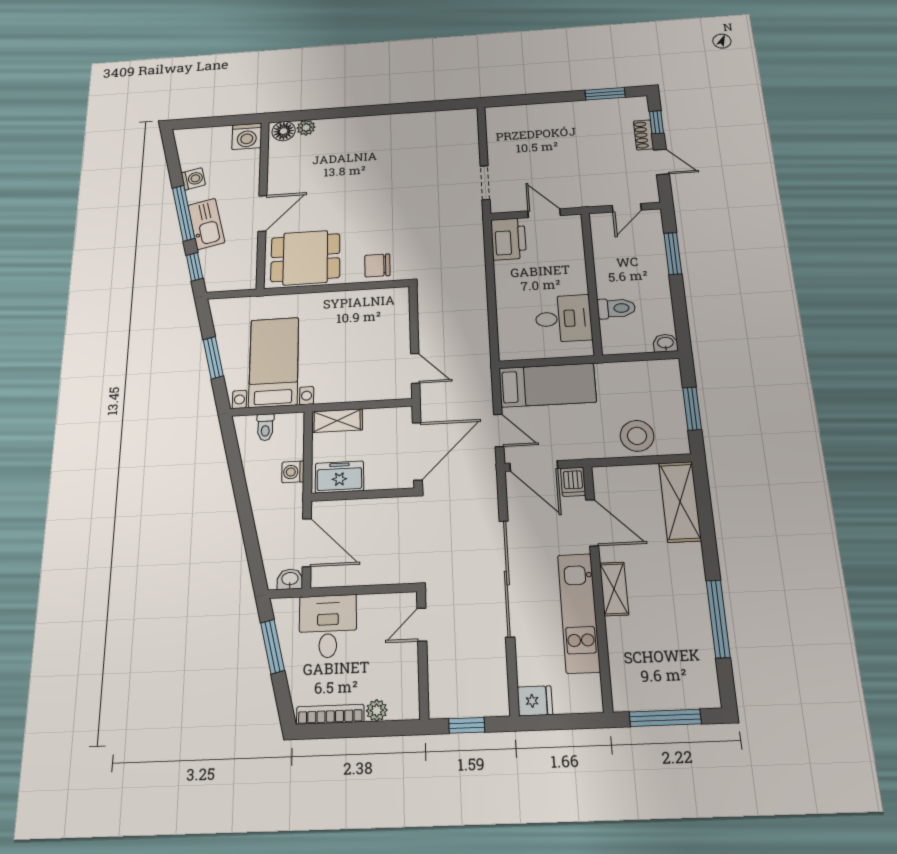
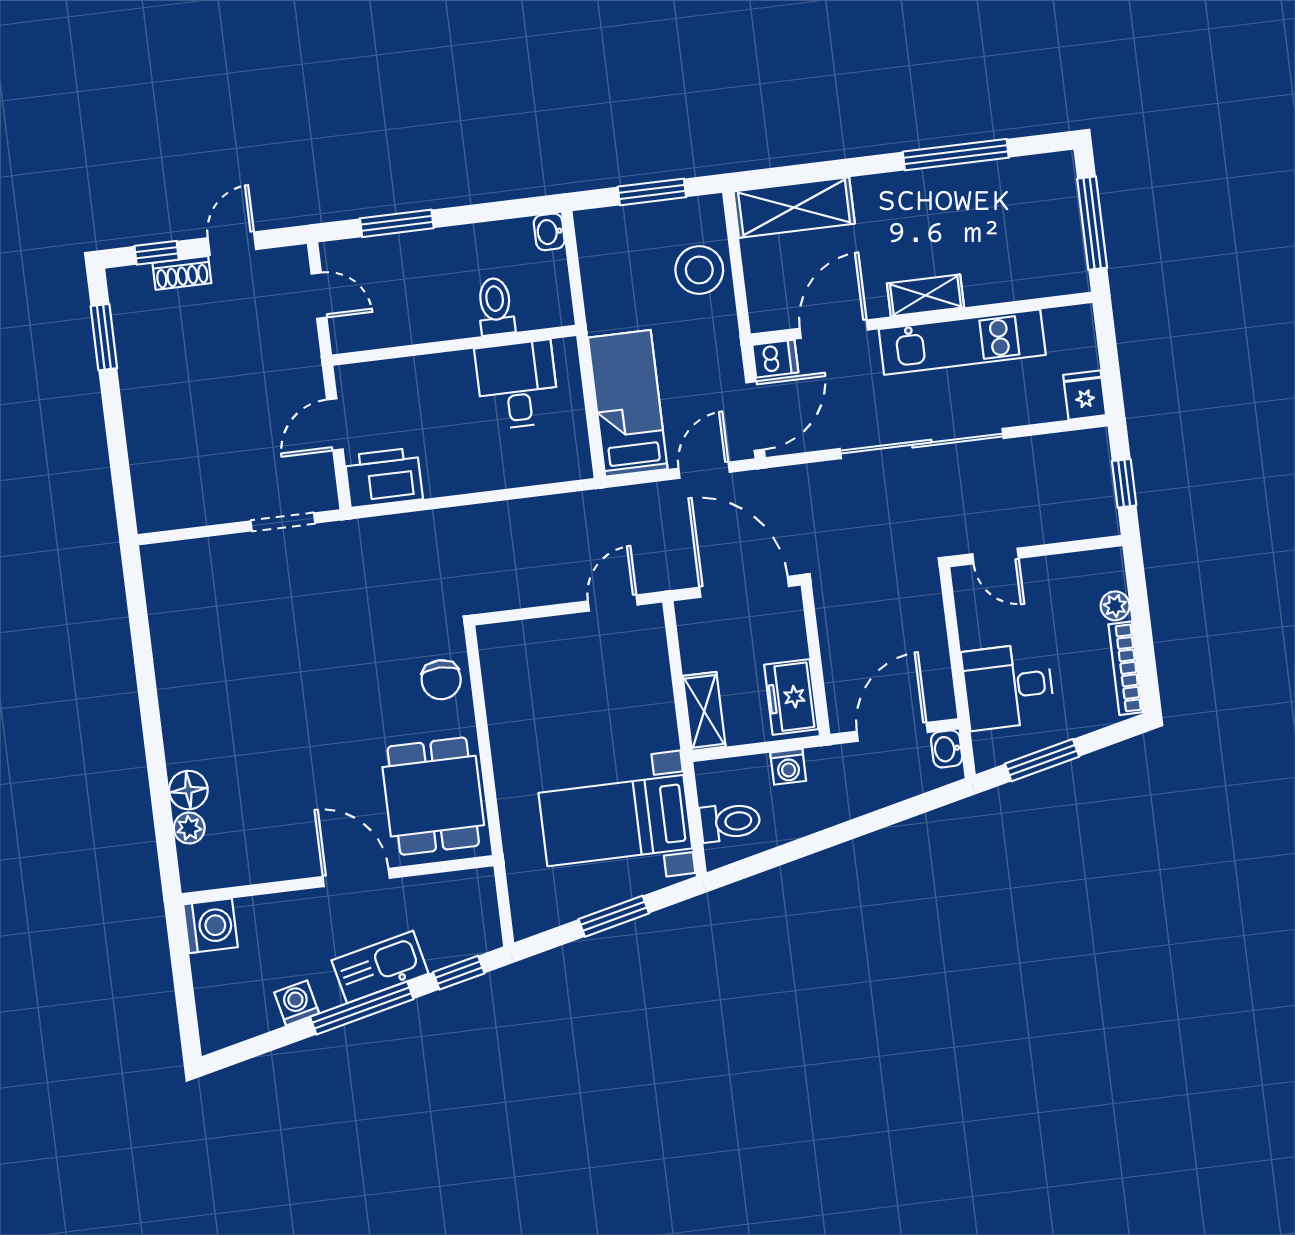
floor lamp: (284, 131) -> (188, 790), moved
toilet: (265, 427) -> (730, 822), width x1.37, depth x1.39

